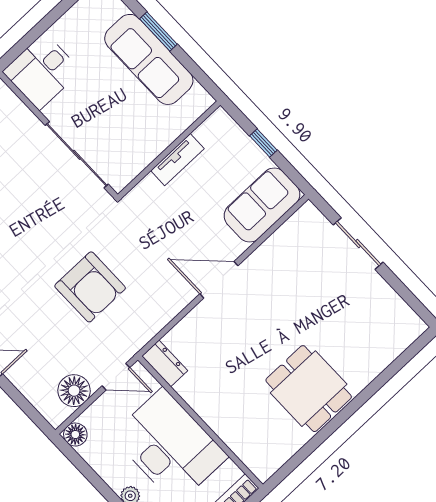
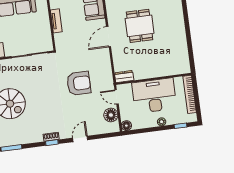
door: (116, 377) -> (117, 97), swing flipped
dining table: (309, 389) -> (140, 26), moved, turned 90

